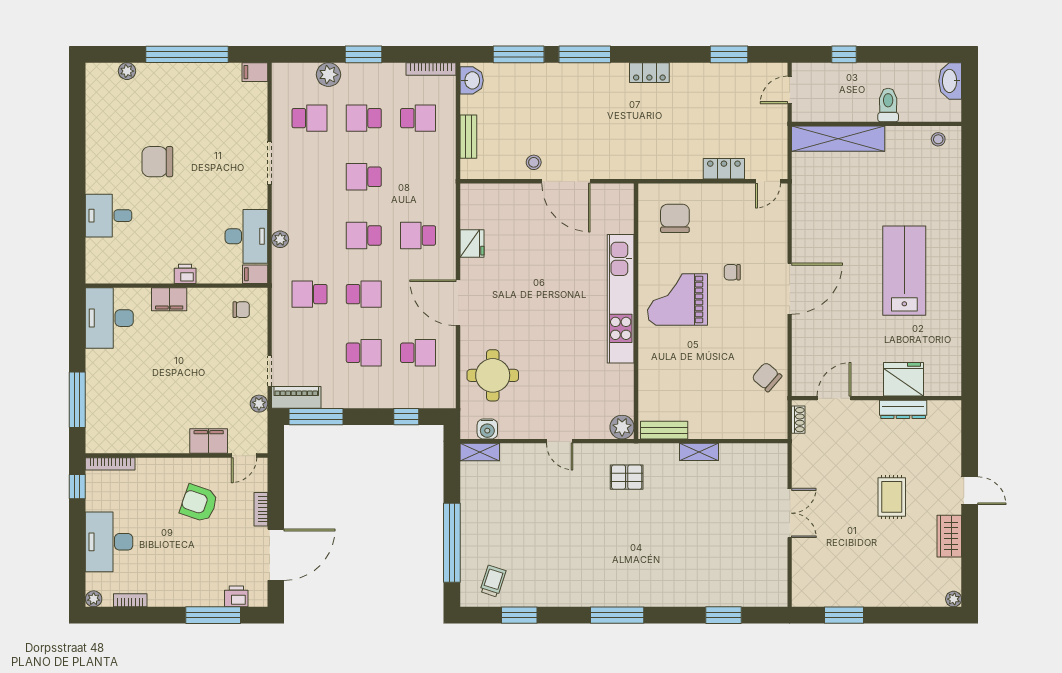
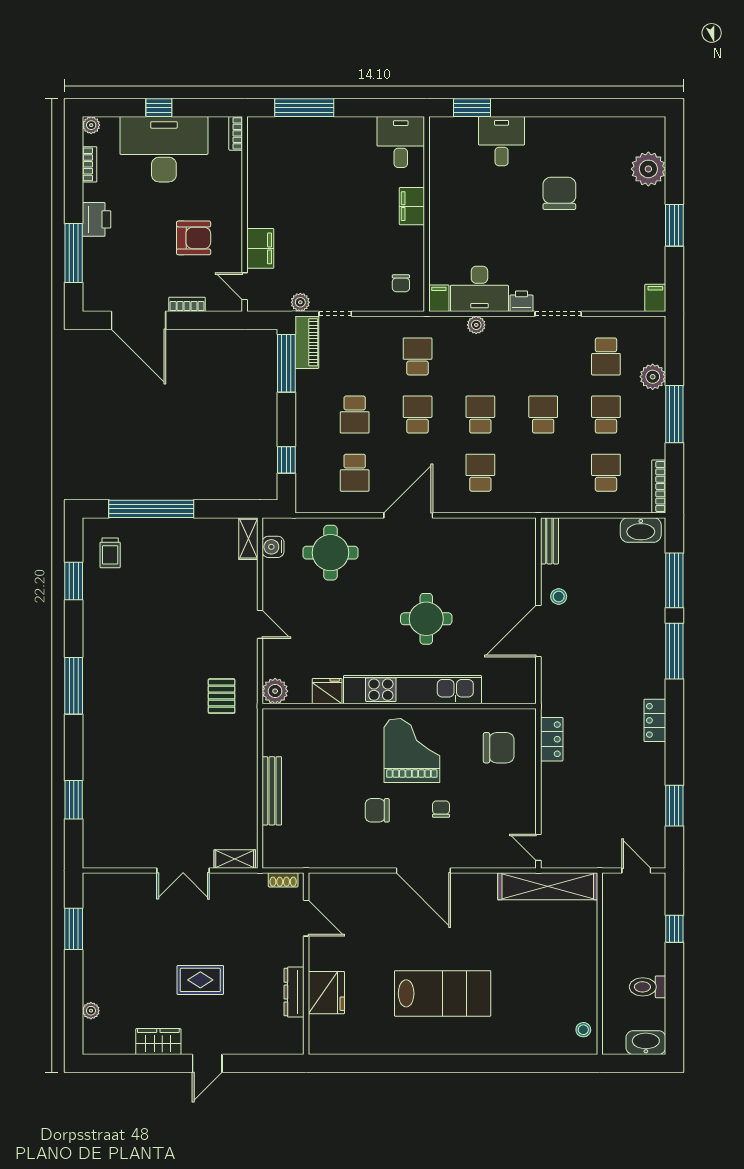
window: (187, 54) -> (674, 225), width x0.47
window: (364, 54) -> (674, 414), width x1.44
plant: (127, 71) -> (648, 169), width x1.87, depth x1.87
washbasin: (472, 80) -> (641, 530), width x1.38
toilet: (888, 105) -> (647, 987), moved, turned 180
school desk: (418, 118) -> (606, 473), turned 180
bench: (468, 137) -> (549, 541), moved, turned 90
shelving: (838, 139) -> (548, 886), moved, turned 90
locker: (724, 169) -> (552, 739), moved
window: (77, 243) -> (472, 108), added
fridge: (472, 243) -> (327, 691), moved, turned 180
printer: (185, 274) -> (521, 301), moved, turned -90
round table: (555, 286) -> (426, 619), added
school desk: (364, 294) -> (418, 415), turned 180
desk: (109, 318) -> (401, 142), width x0.73
chair: (767, 377) -> (377, 810), moved, turned -131
bench: (664, 430) -> (272, 791), moved, width x1.36
door: (560, 441) -> (260, 624), swing flipped
shelving: (699, 452) -> (235, 859), moved, turned 90
bookcase: (110, 464) -> (236, 133), width x0.64
window: (77, 487) -> (159, 108), moved
armchair: (199, 503) -> (194, 238), turned 71
desk: (109, 542) -> (164, 149), width x1.36, depth x1.30
trolley: (493, 581) -> (110, 553), turned 72
printer: (236, 596) -> (97, 219), moved, width x1.36, depth x1.24
plant: (954, 599) -> (91, 1011), moved

